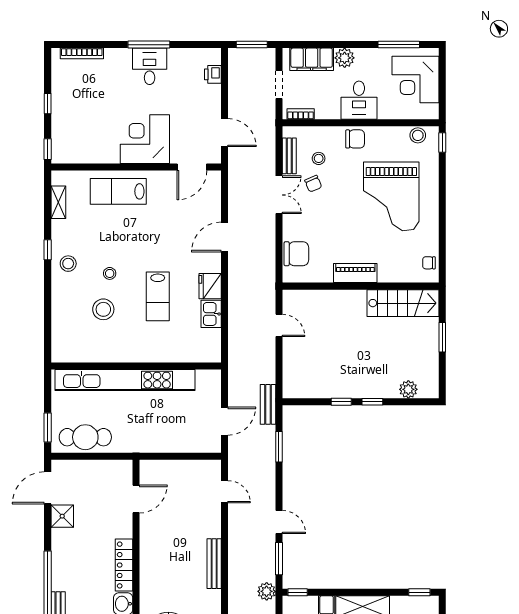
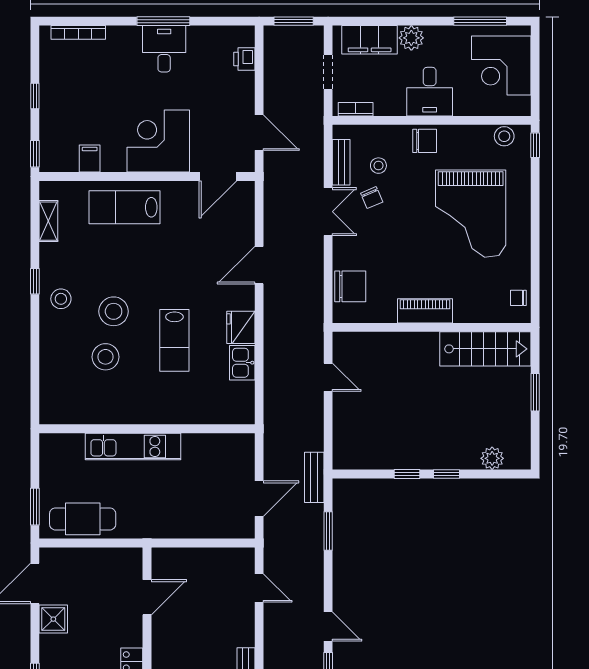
filing cabinet: (91, 153) -> (90, 159), added
stool: (110, 273) -> (114, 311), width x1.89, depth x1.89
kitchen unit: (125, 380) -> (133, 446), width x0.54

